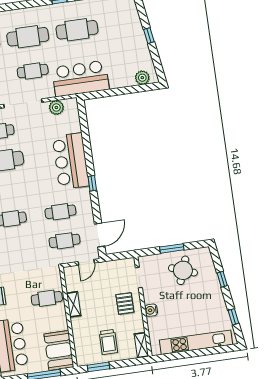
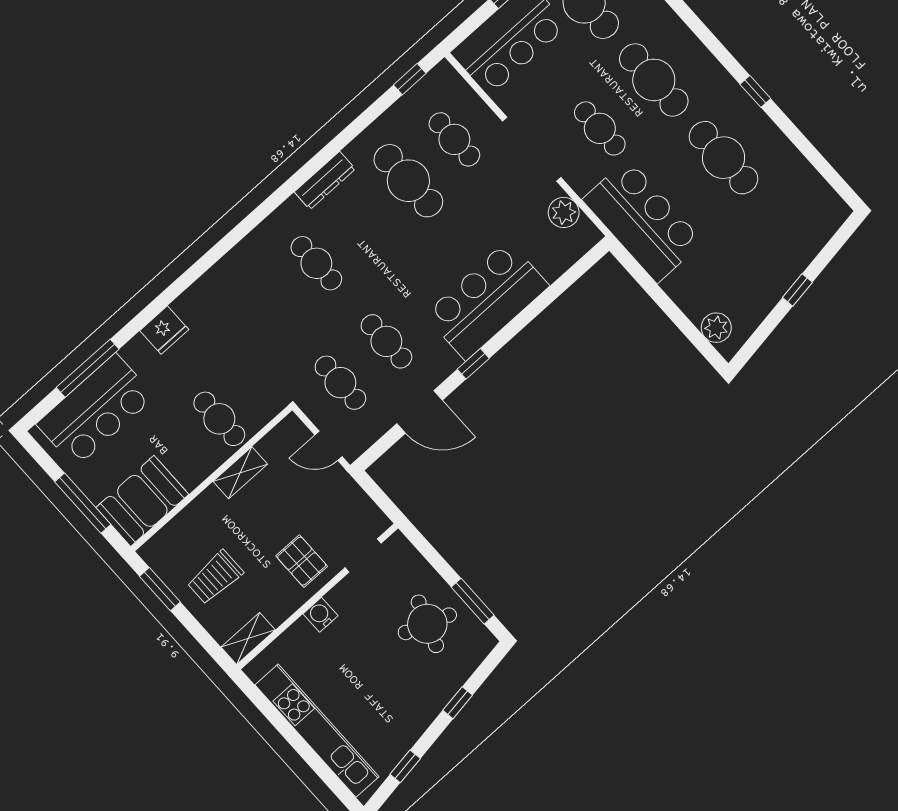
door: (100, 235) -> (420, 412), moved
window: (172, 248) -> (473, 601), moved
pallet: (125, 303) -> (302, 561), turned 90

